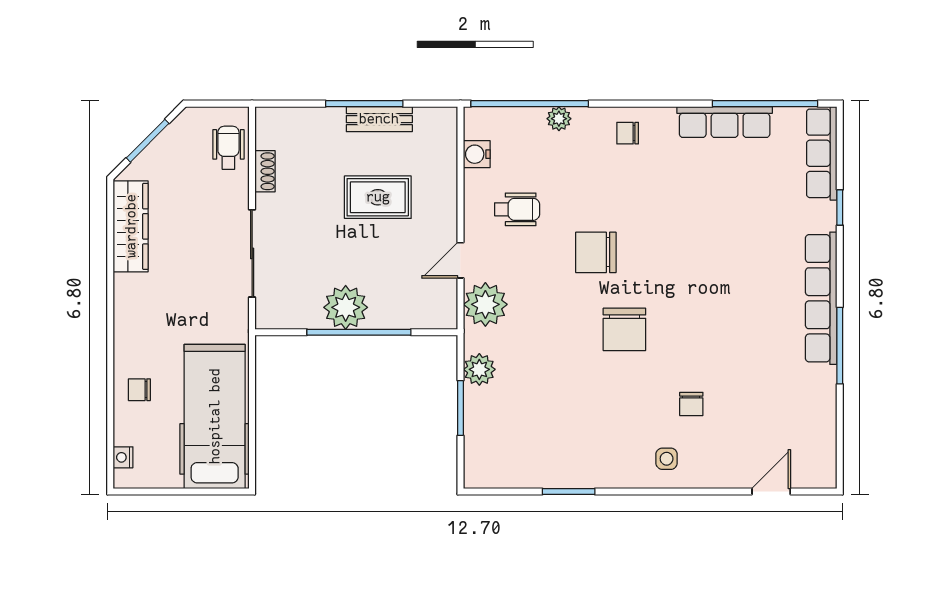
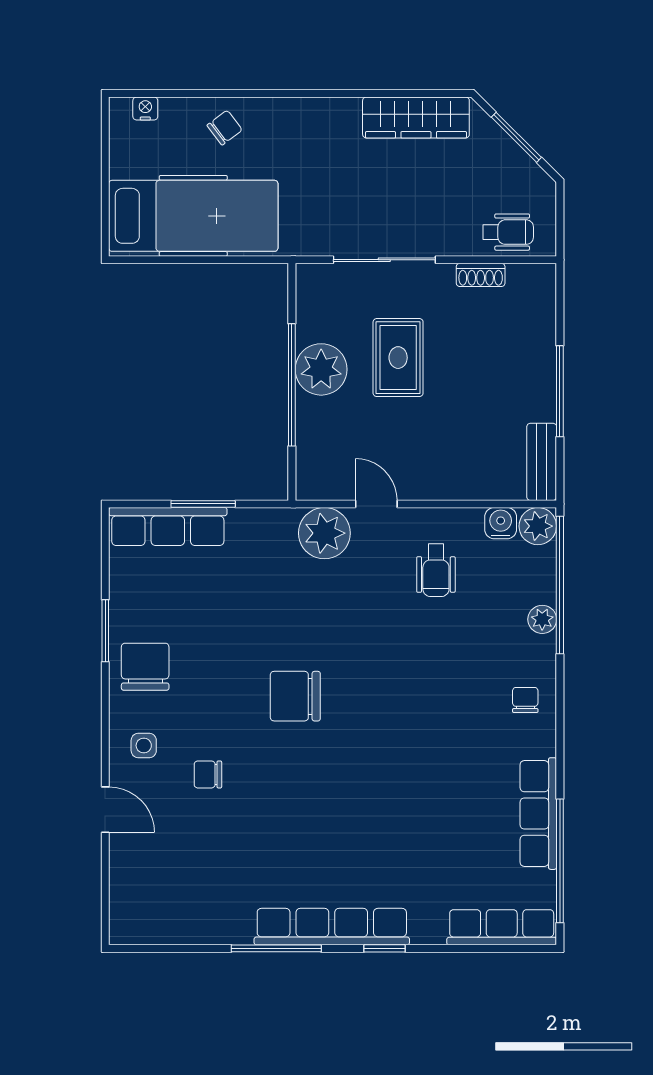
bench: (379, 119) -> (542, 462), moved
rug: (378, 197) -> (398, 358), moved
window: (840, 207) -> (384, 948), moved
chair: (596, 252) -> (145, 667), moved
plant: (479, 369) -> (538, 526), moved
chair: (139, 390) -> (225, 128), turned 53
row of seats: (480, 438) -> (168, 526), added
door: (771, 491) -> (105, 810), moved

